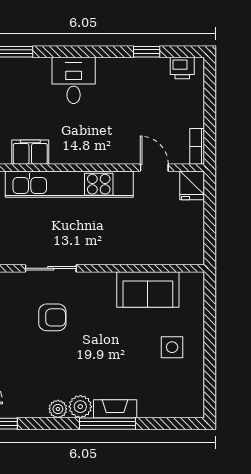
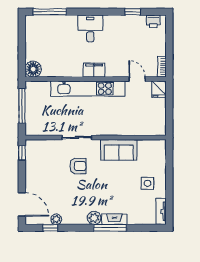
filing cabinet: (30, 152) -> (94, 70), moved
sofa: (148, 290) -> (119, 150), moved
tv unit: (196, 395) -> (161, 211), added
plant: (58, 409) -> (56, 219), moved

